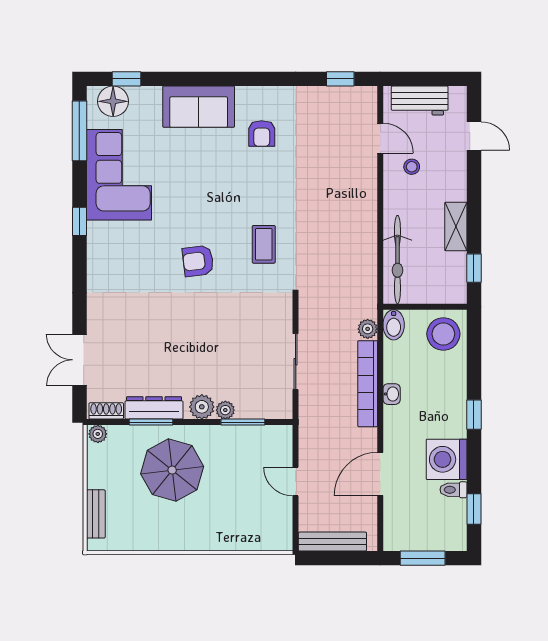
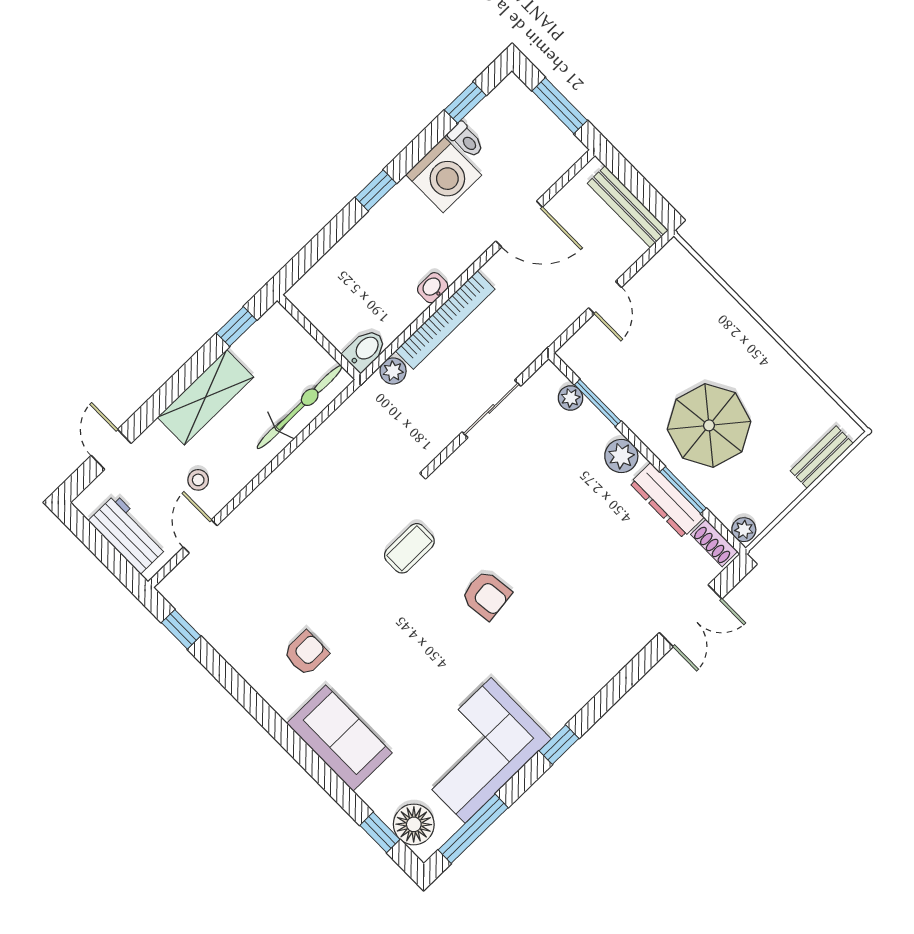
shelving: (456, 226) -> (206, 397), width x1.50, depth x1.33
stool: (443, 334) -> (328, 294), removed
plant: (225, 410) -> (571, 398), moved

